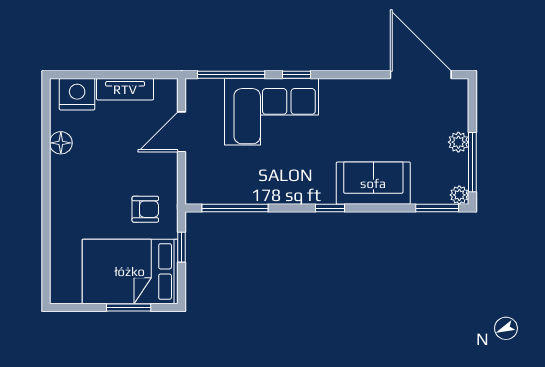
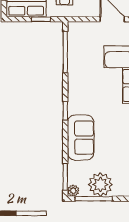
plant: (458, 142) -> (100, 184), width x1.88, depth x1.88

